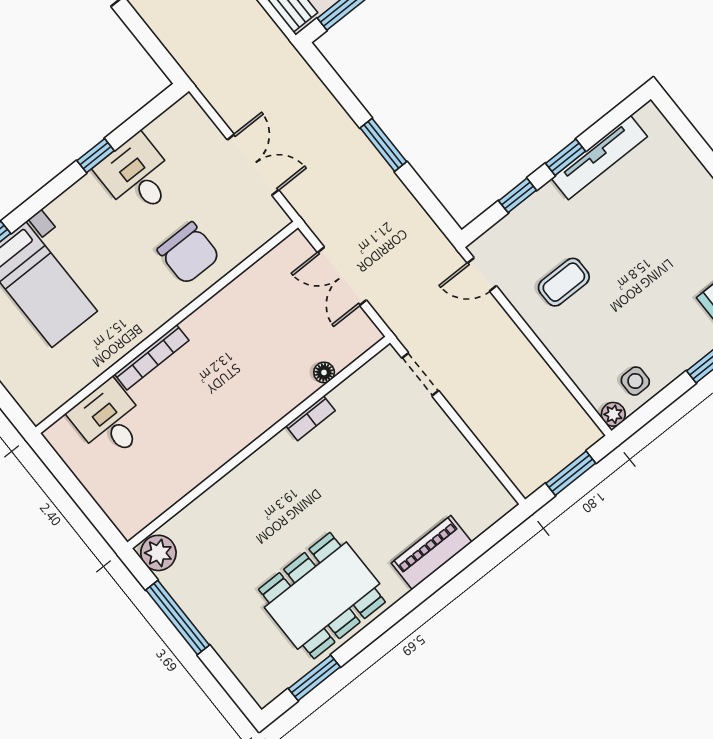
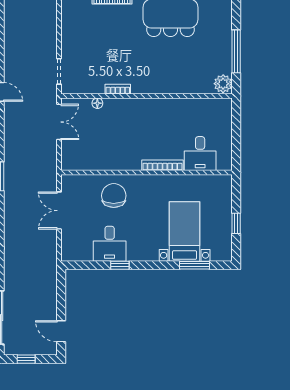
double door: (342, 276) -> (59, 122), moved

